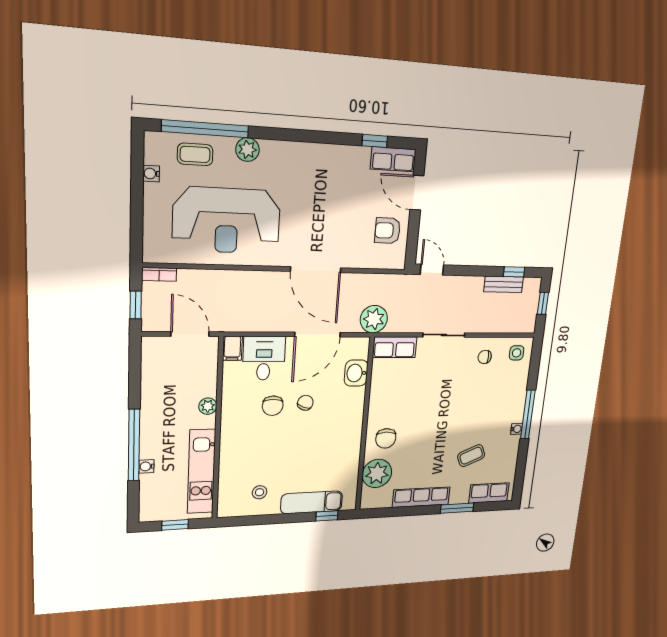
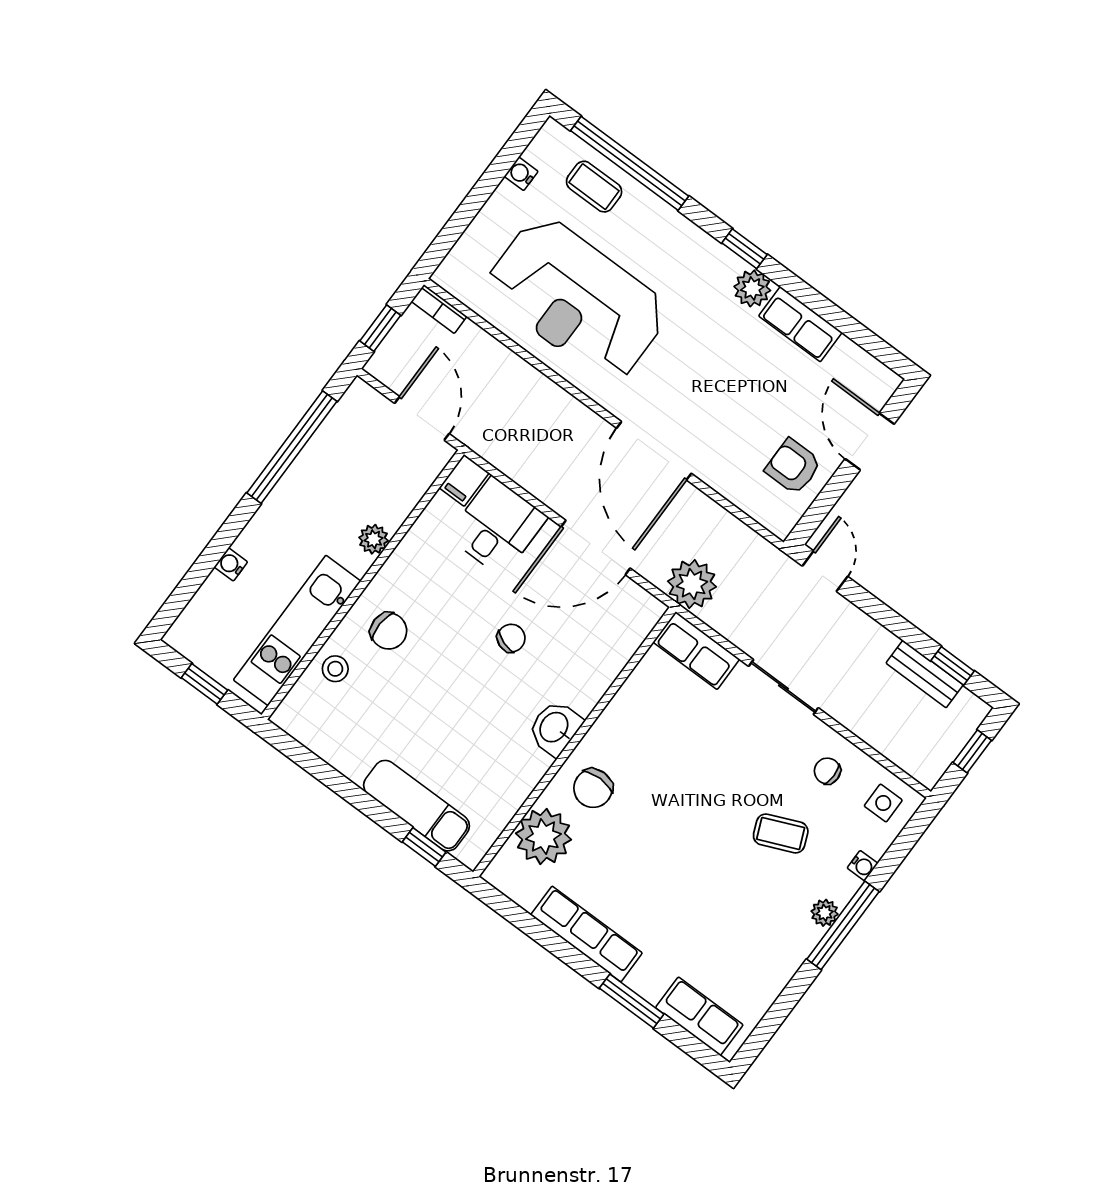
window: (375, 141) -> (745, 249), moved
plant: (247, 150) -> (752, 288), moved
row of seats: (393, 159) -> (800, 324), moved
washbasin: (356, 373) -> (555, 728), moved
chair: (273, 406) -> (389, 631), moved, turned -88
plant: (517, 415) -> (825, 913), added
water cooler: (517, 429) -> (862, 866), moved
window: (134, 445) -> (292, 447), moved
coffee table: (471, 456) -> (781, 833), moved
stool: (260, 492) -> (335, 669), moved

